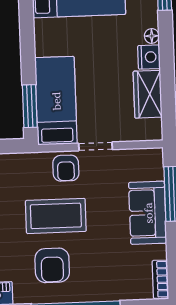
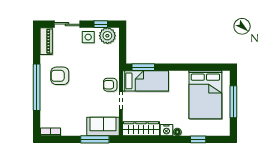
wardrobe: (148, 94) -> (141, 129), width x1.50
sofa: (148, 213) -> (103, 126), moved
coffee table: (56, 216) -> (85, 79), removed

